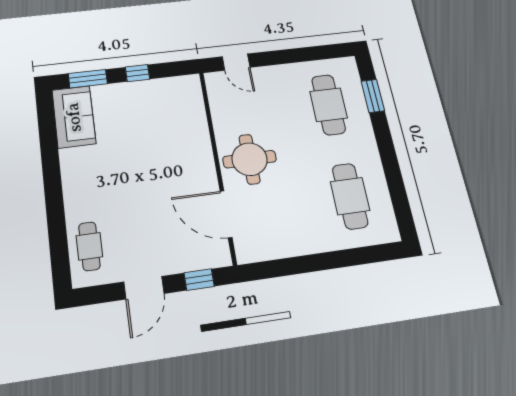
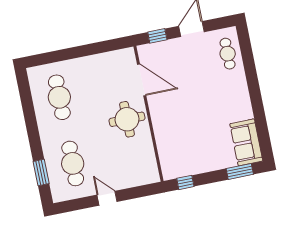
door: (236, 62) -> (107, 198), moved
window: (137, 73) -> (185, 182), moved

